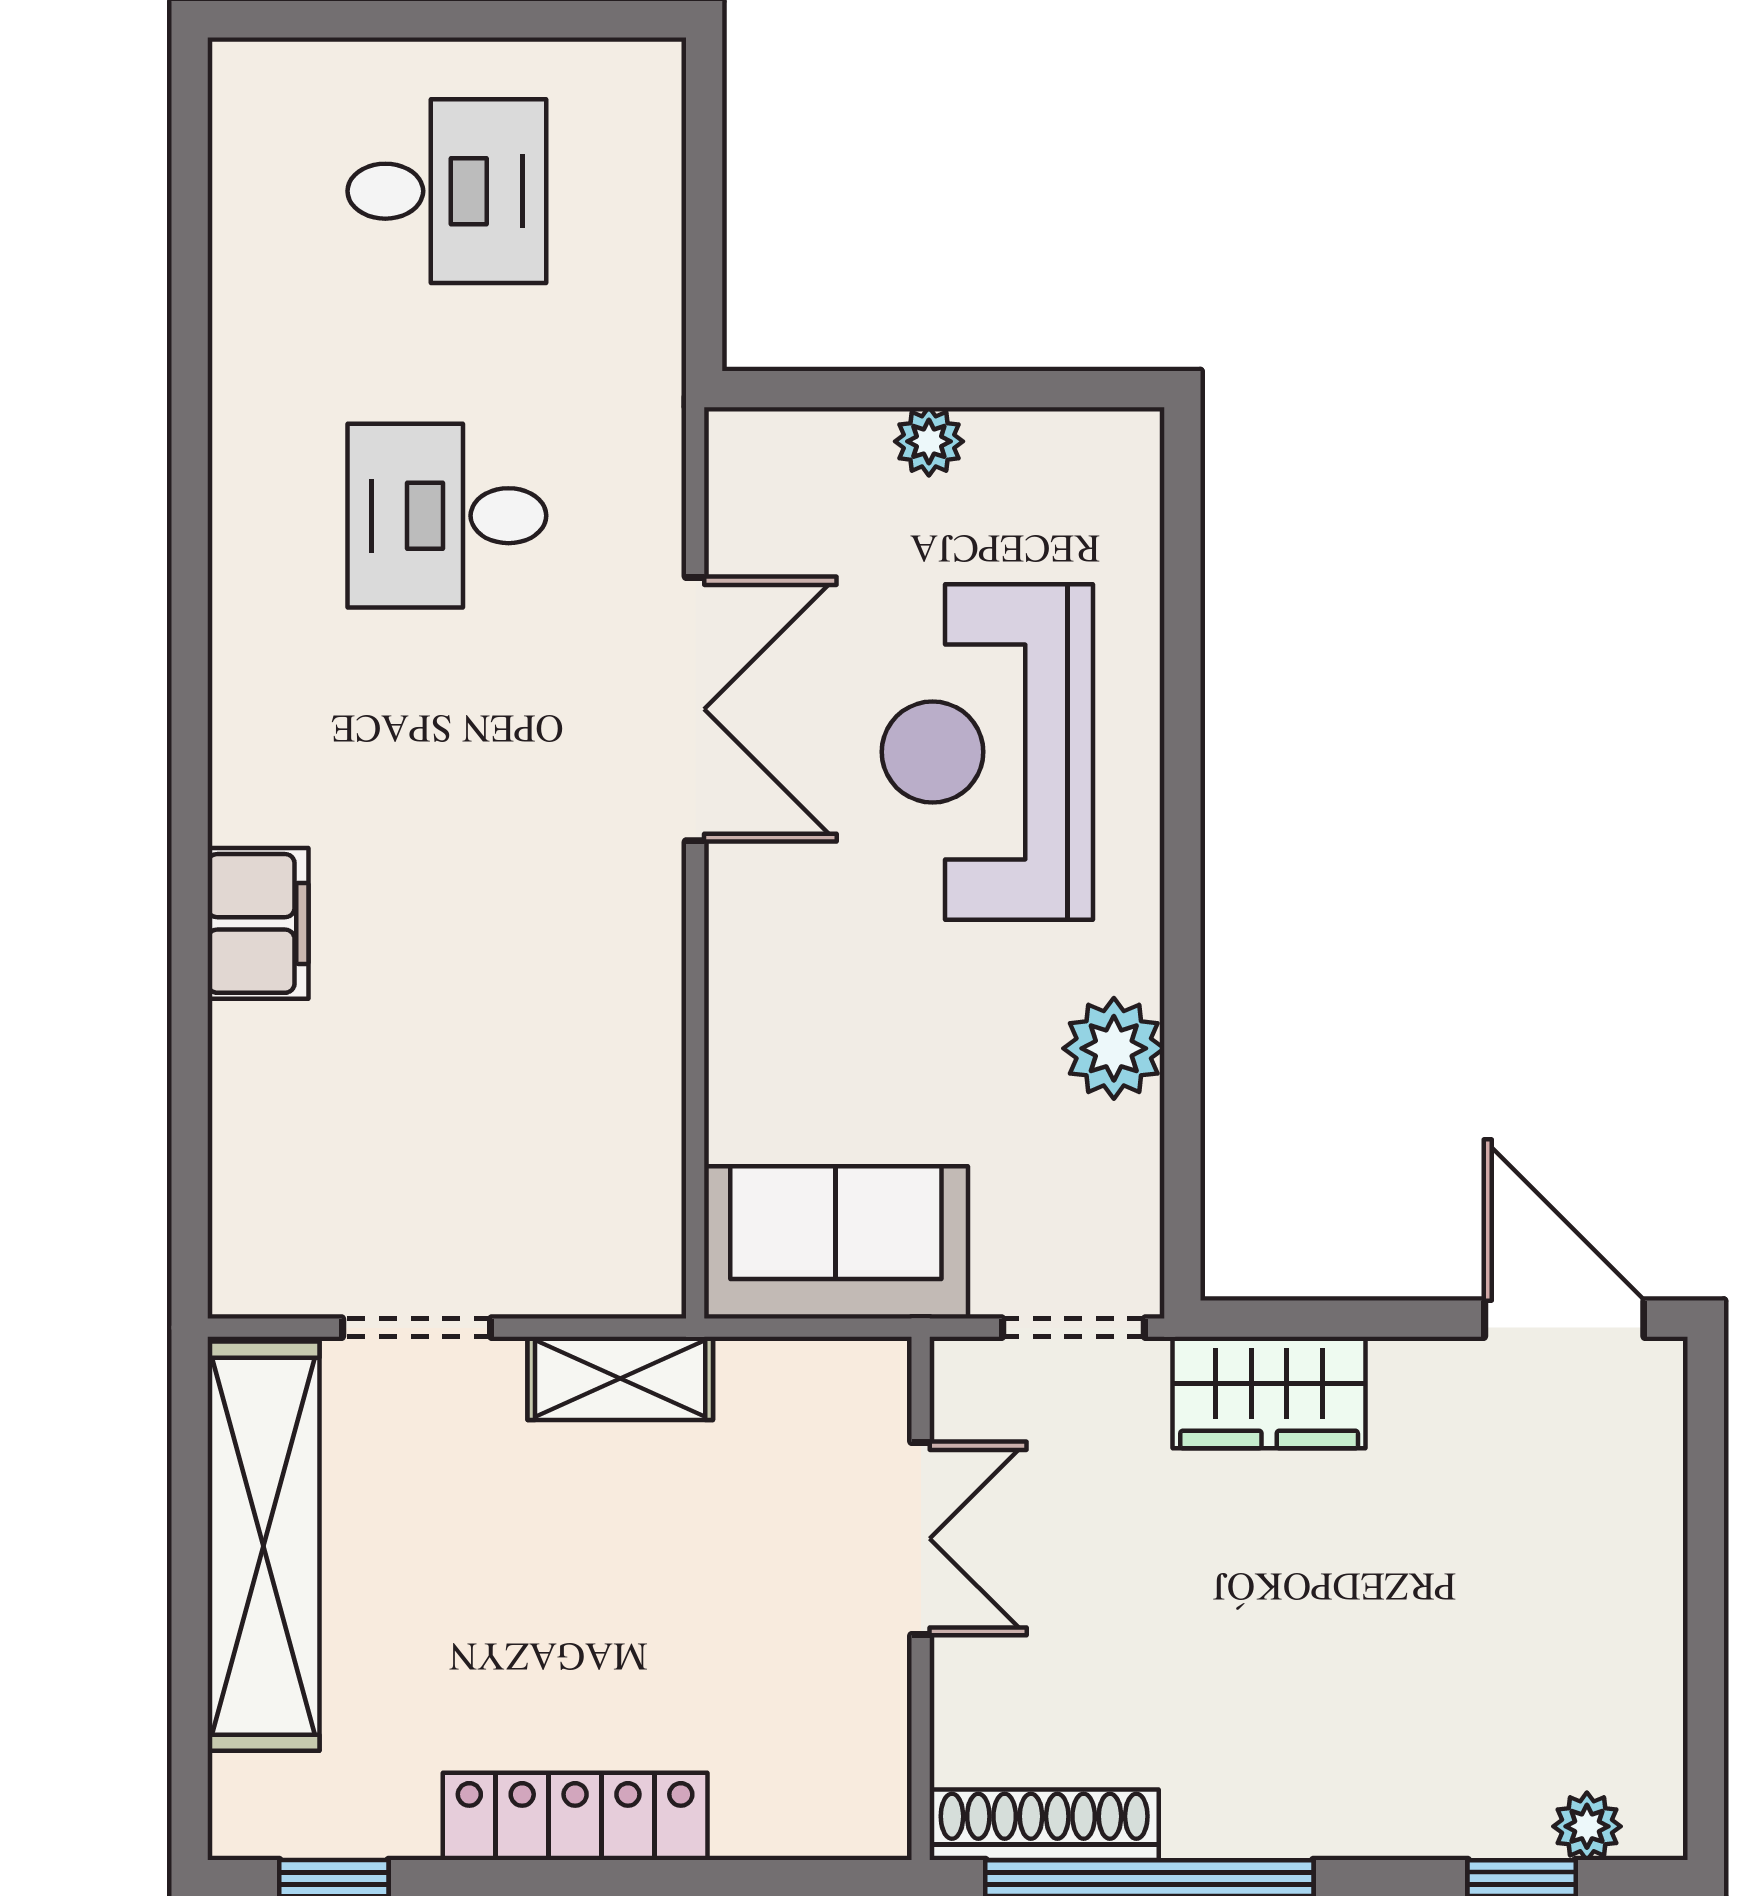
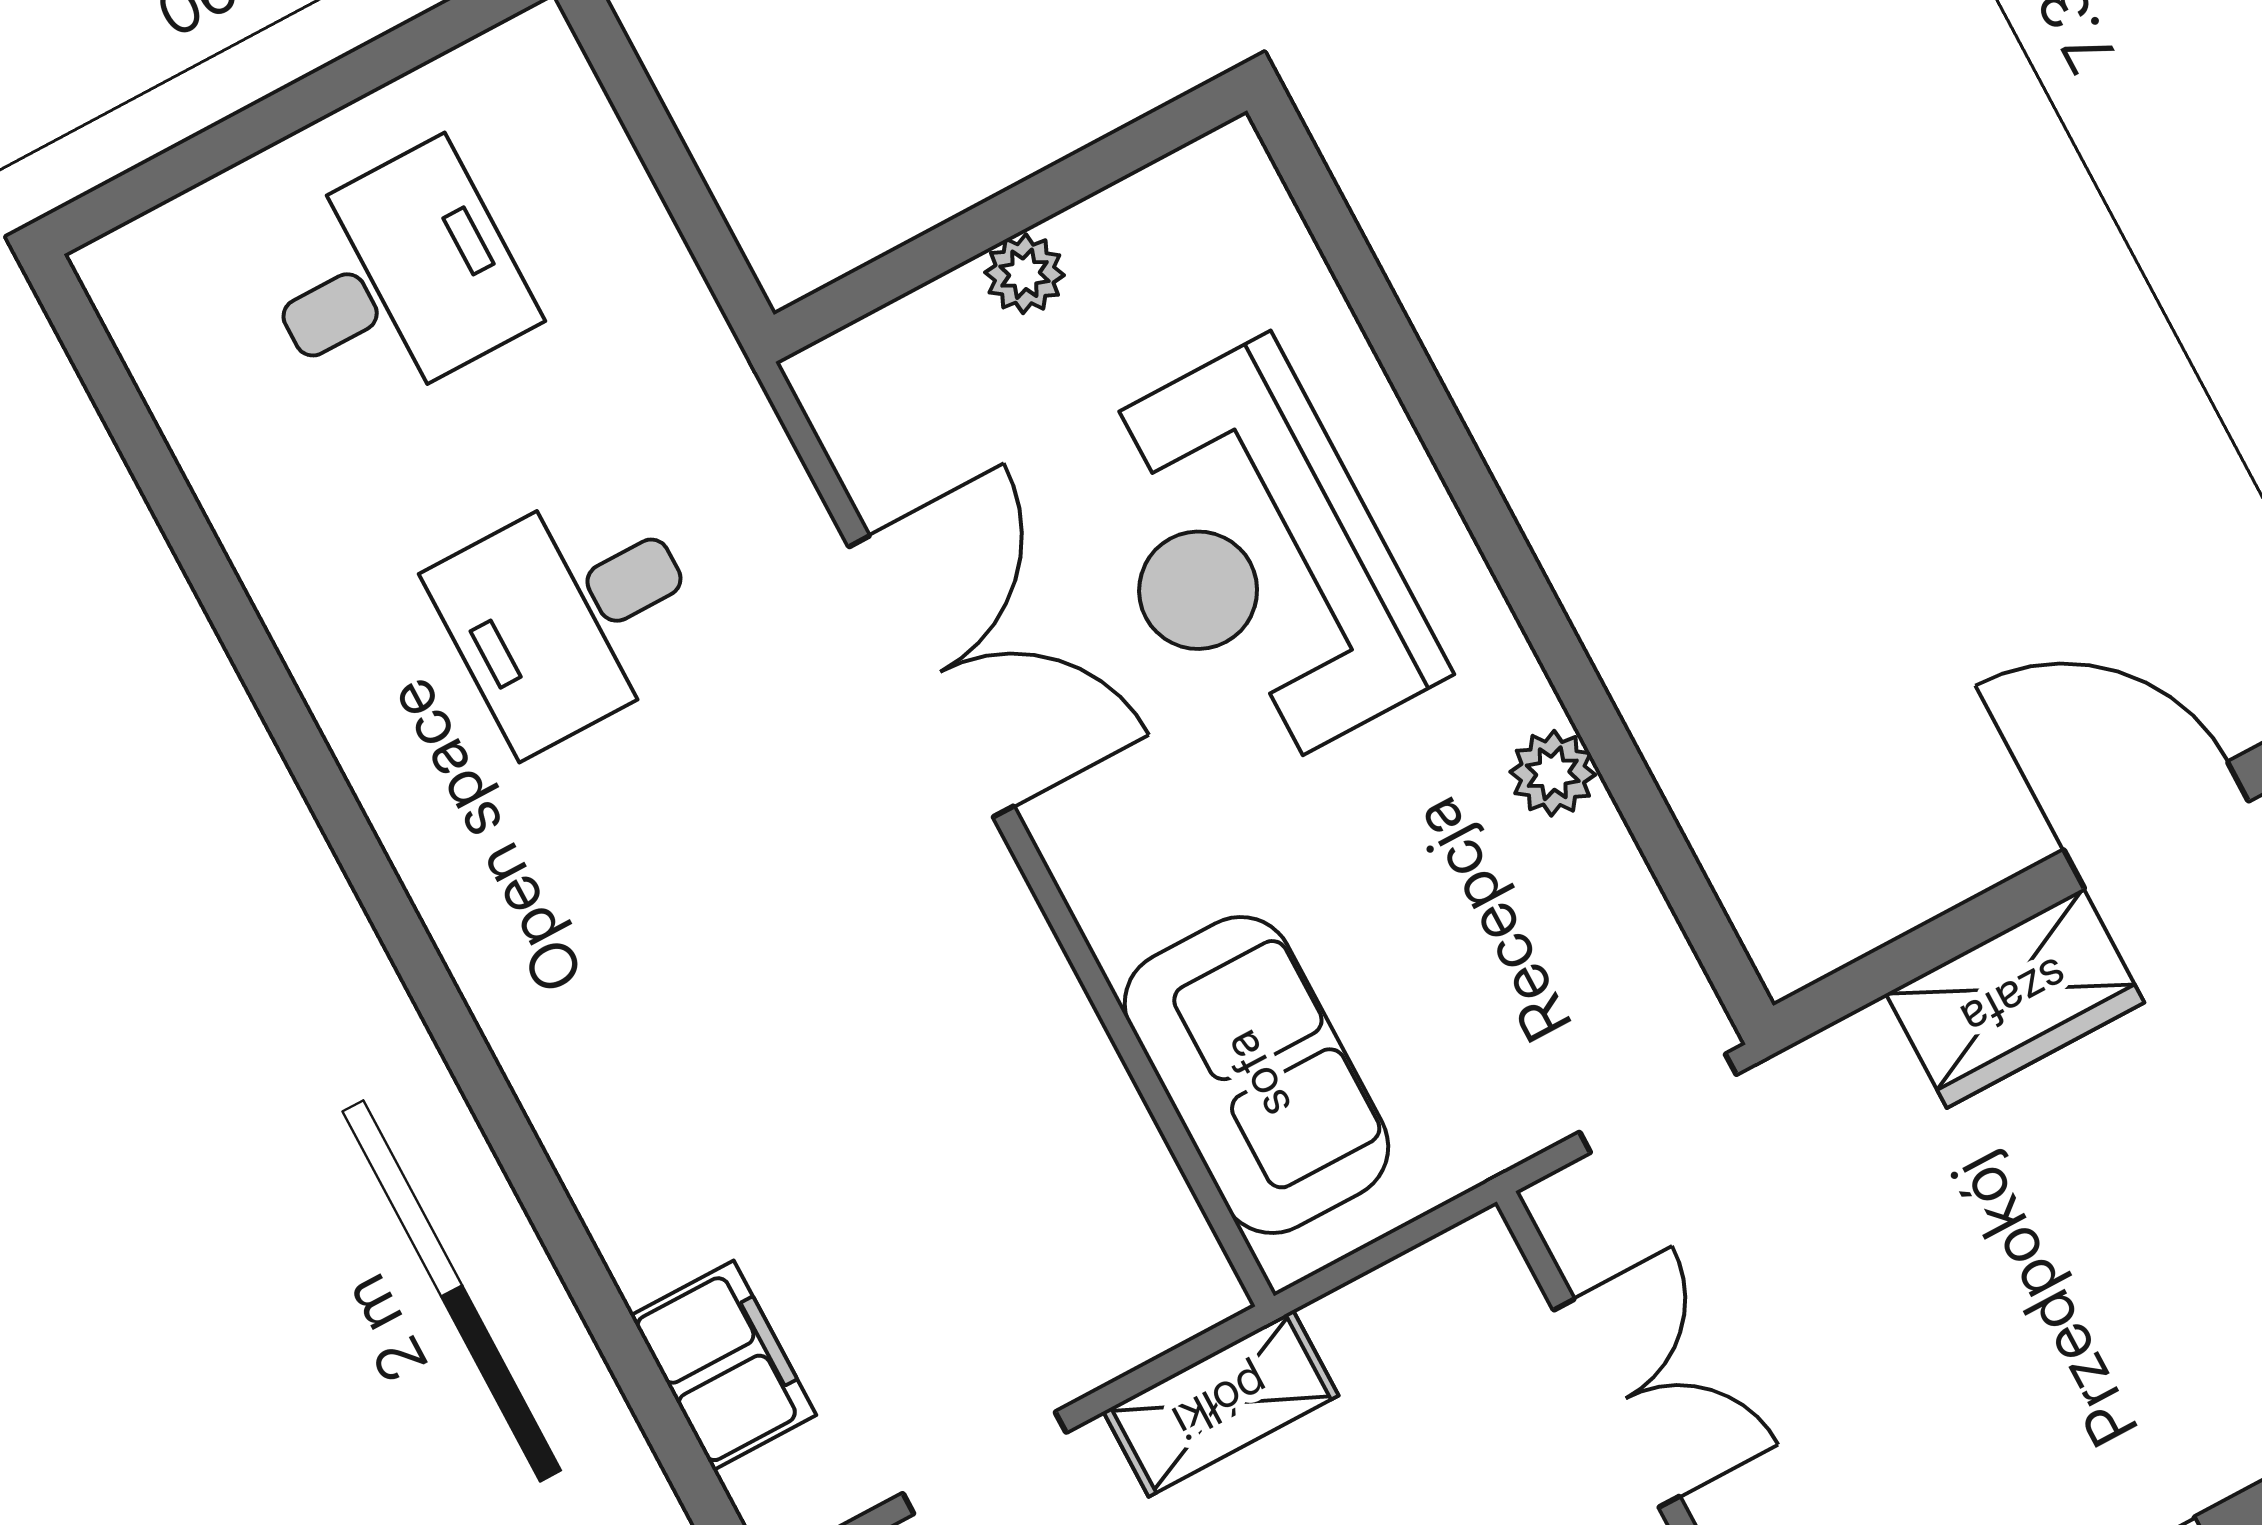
filing cabinet: (258, 923) -> (723, 1365), moved
plant: (1114, 1048) -> (1553, 773), width x0.73, depth x0.73
sofa: (836, 1242) -> (1256, 1075), moved, turned 90
wardrobe: (1269, 1393) -> (2015, 998), moved

